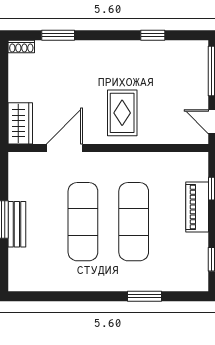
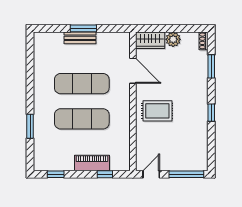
window: (153, 35) -> (211, 113), moved
plant: (19, 90) -> (173, 39), added

